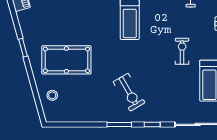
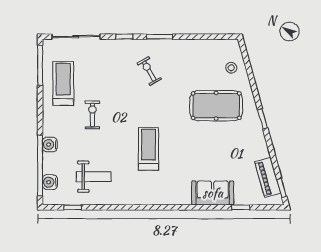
exercise bike: (182, 51) -> (92, 115), turned 180
exercise bike: (129, 92) -> (149, 71), width x0.73, depth x0.72

